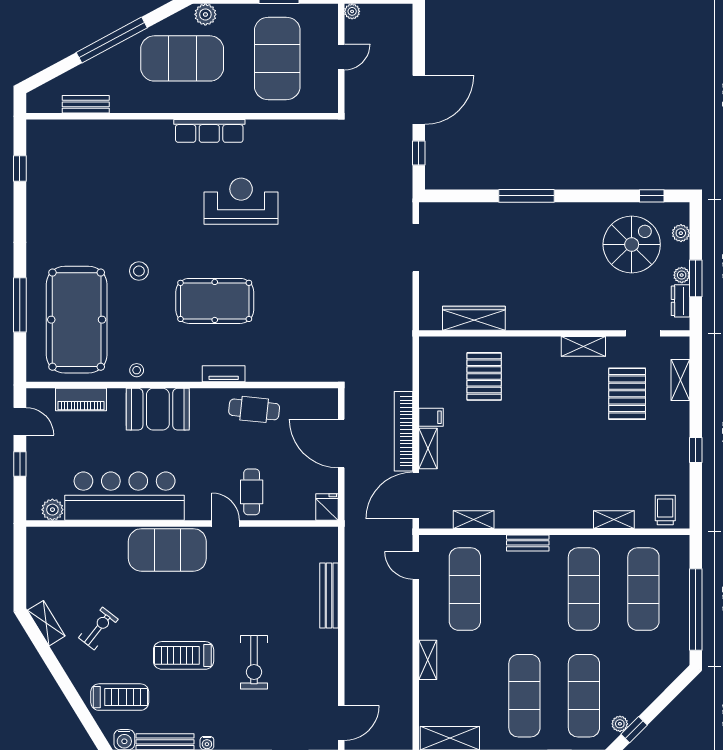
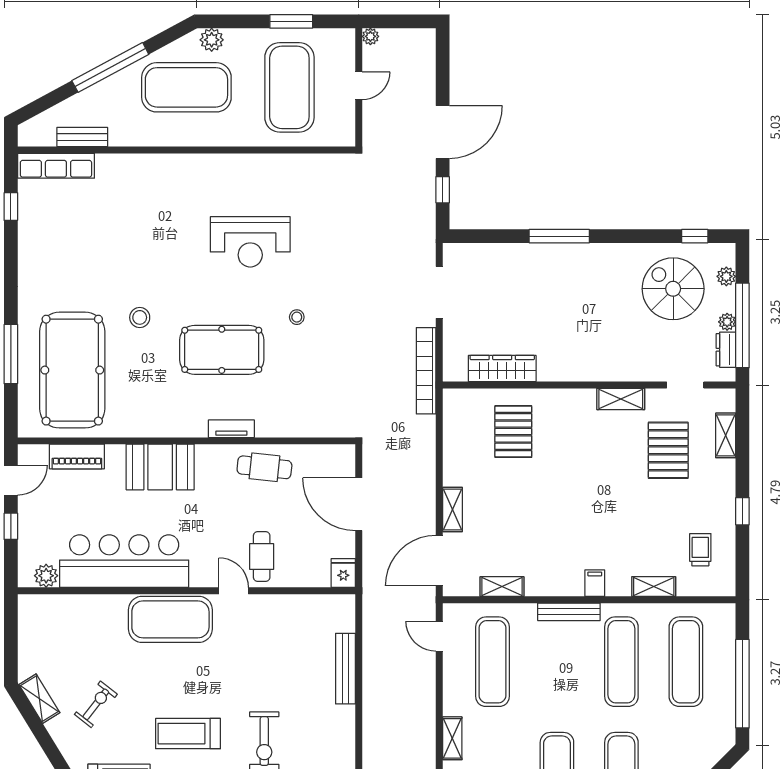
row of seats: (209, 131) -> (56, 166), moved
reception desk: (241, 201) -> (250, 242), turned 180
spiral stairs: (632, 245) -> (673, 289), turned -90
window: (696, 278) -> (742, 325), width x2.11
stool: (137, 370) -> (297, 317), moved
filing cabinet: (431, 417) -> (595, 583), moved, turned -90
door: (20, 421) -> (11, 480), hinge flipped
bookcase: (404, 431) -> (426, 371), moved
trolley: (665, 510) -> (700, 550), moved
bench: (528, 543) -> (569, 612), width x1.36

